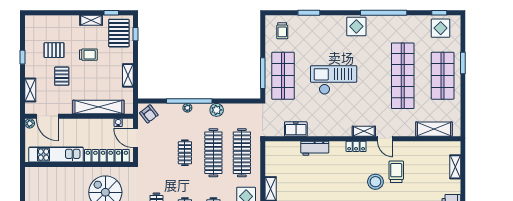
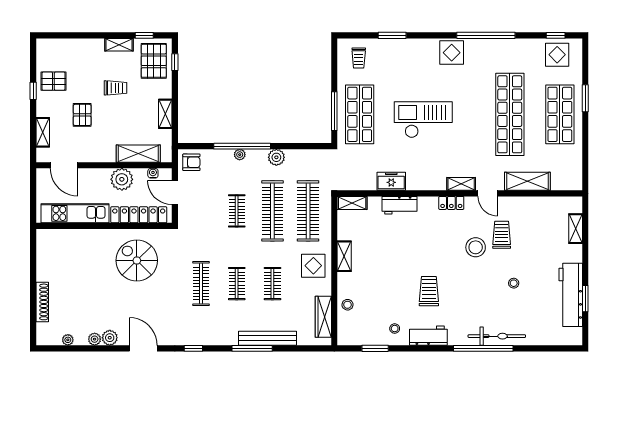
pallet: (54, 50) -> (53, 81), moved
shelving: (98, 107) -> (138, 154), width x0.68
armchair: (149, 114) -> (191, 162), turned -52
plant: (30, 123) -> (122, 179), moved, width x1.88, depth x1.88
freezer: (296, 129) -> (391, 181), moved
shelving: (434, 129) -> (527, 181), moved
shelving: (277, 146) -> (352, 203), added

